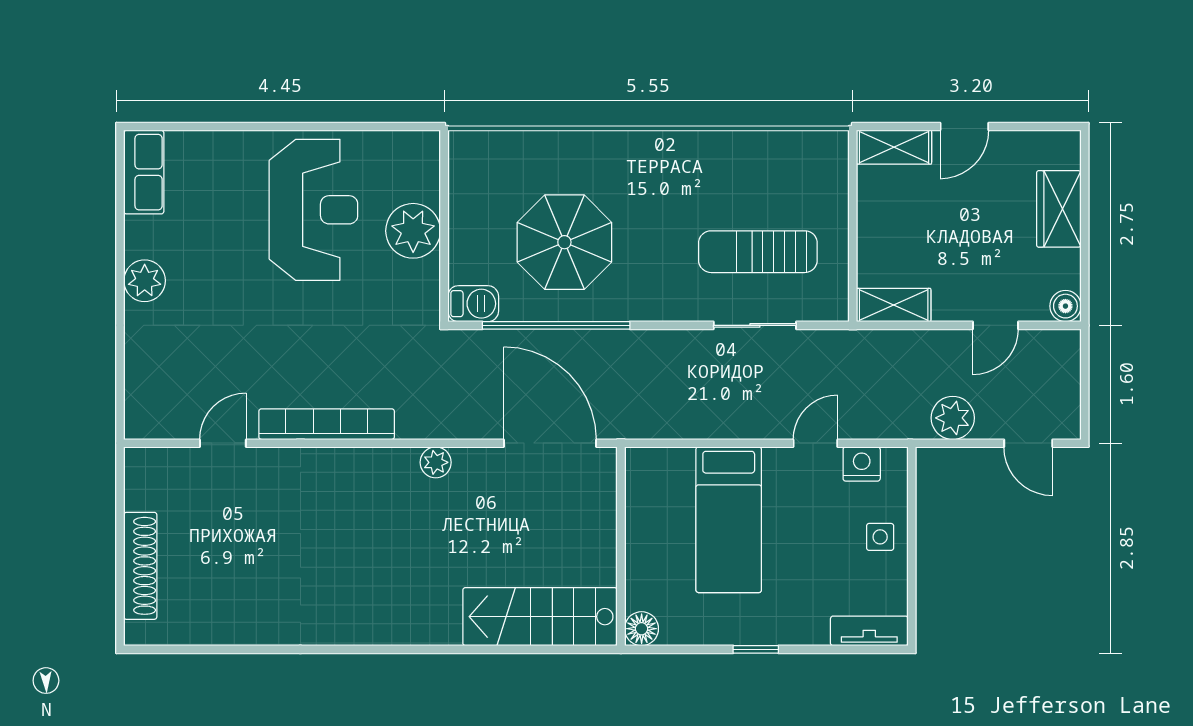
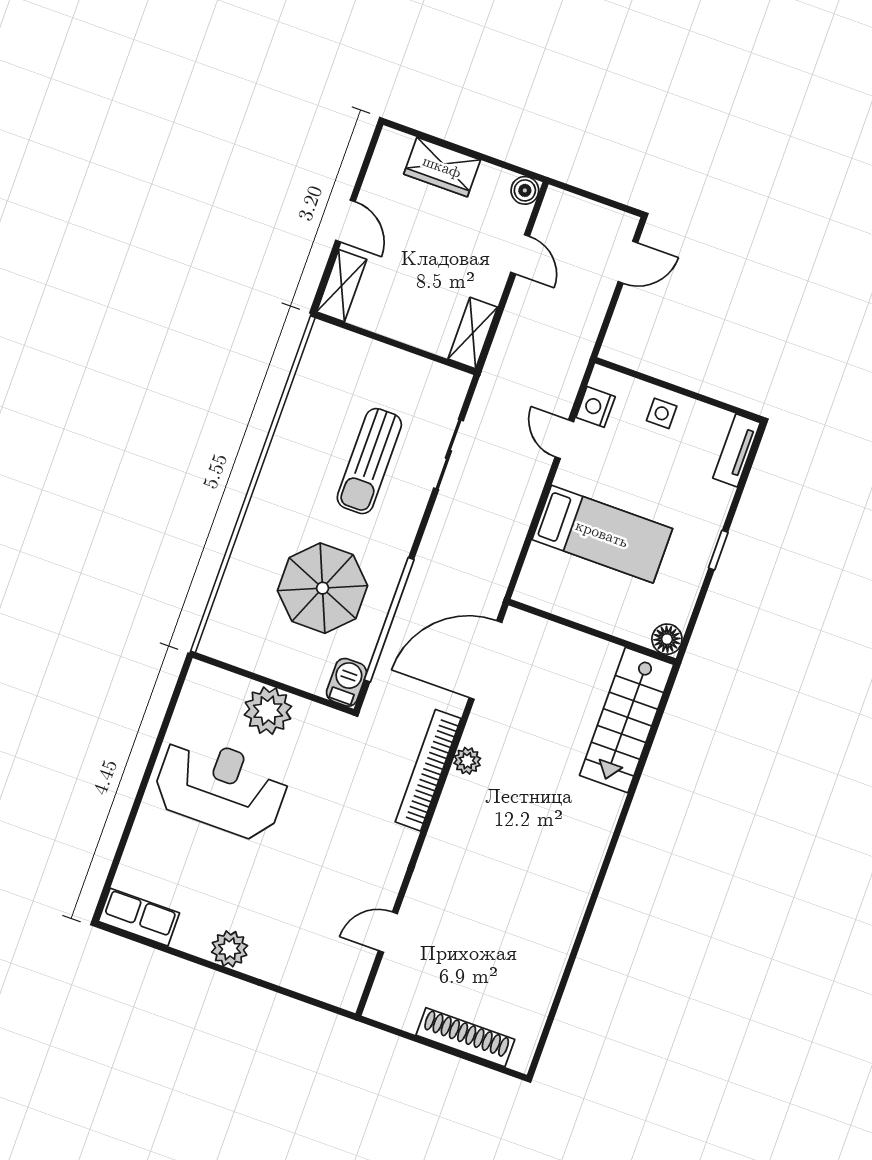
sun lounger: (758, 252) -> (369, 461), moved
plant: (953, 418) -> (584, 317), removed
bookcase: (327, 424) -> (428, 770), moved
door: (223, 443) -> (388, 932), hinge flipped

